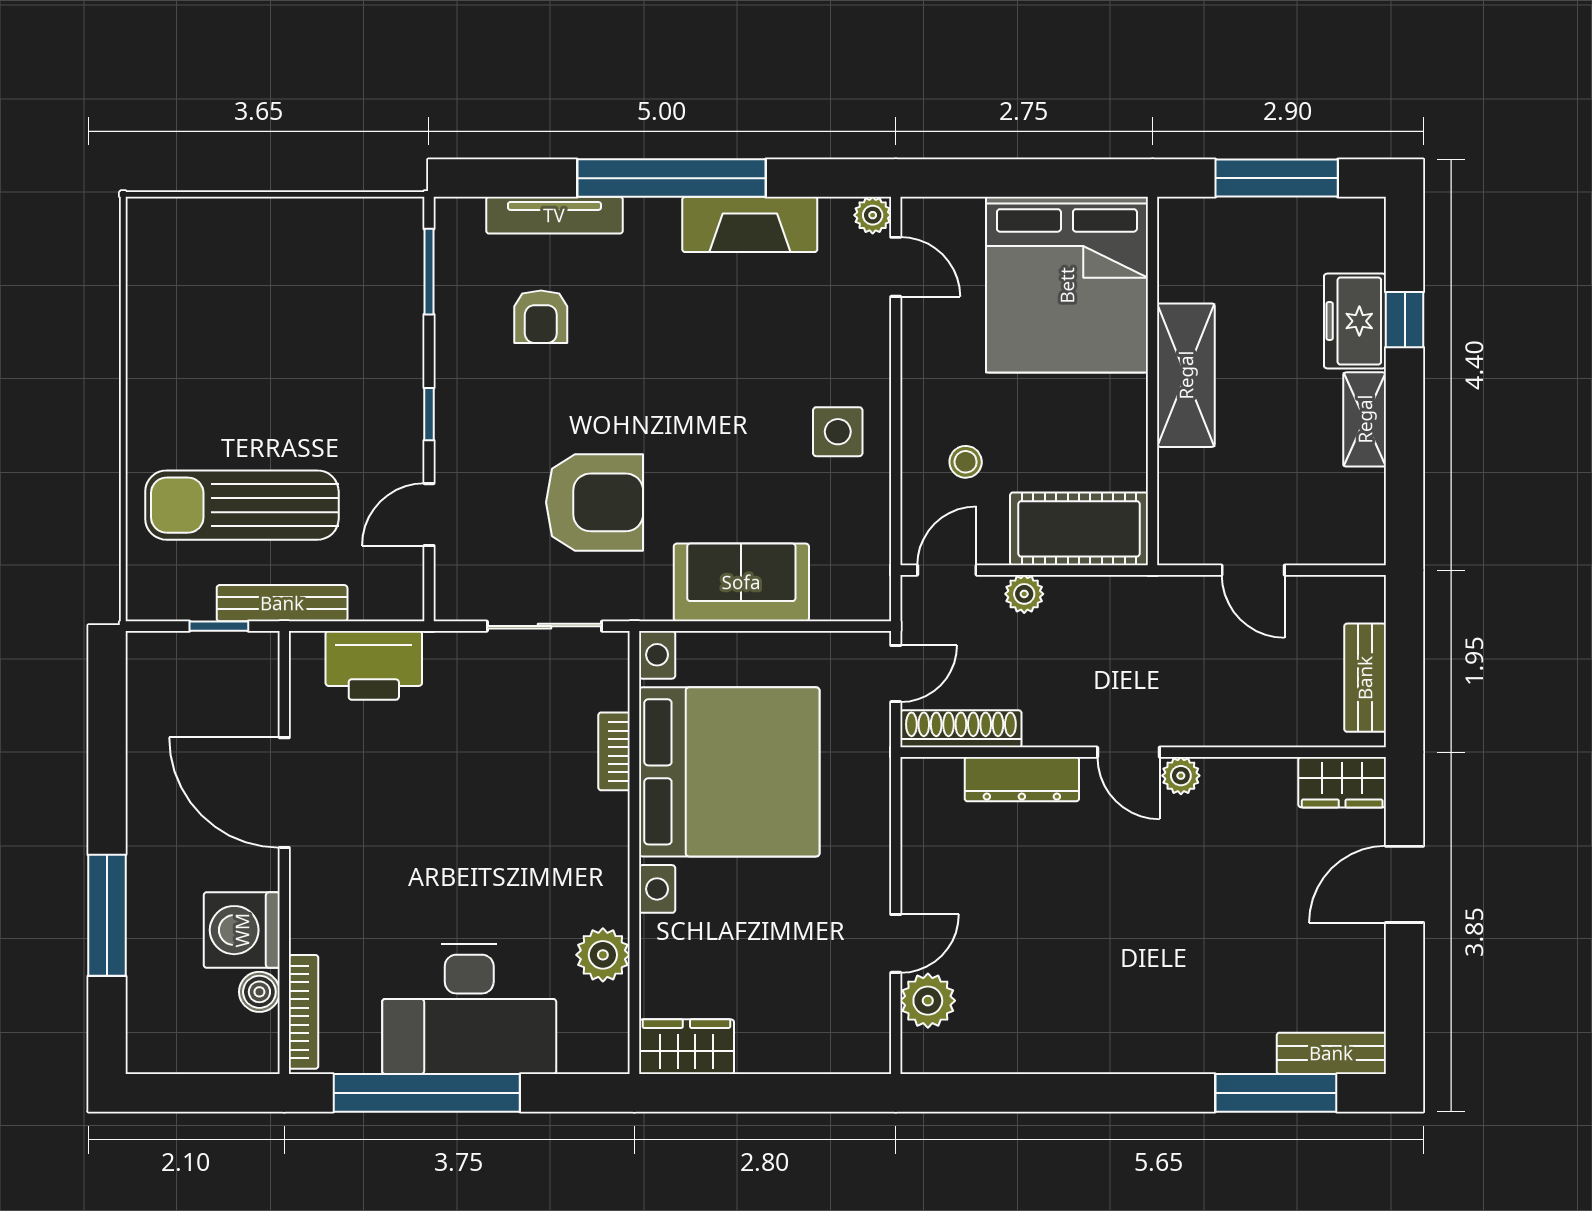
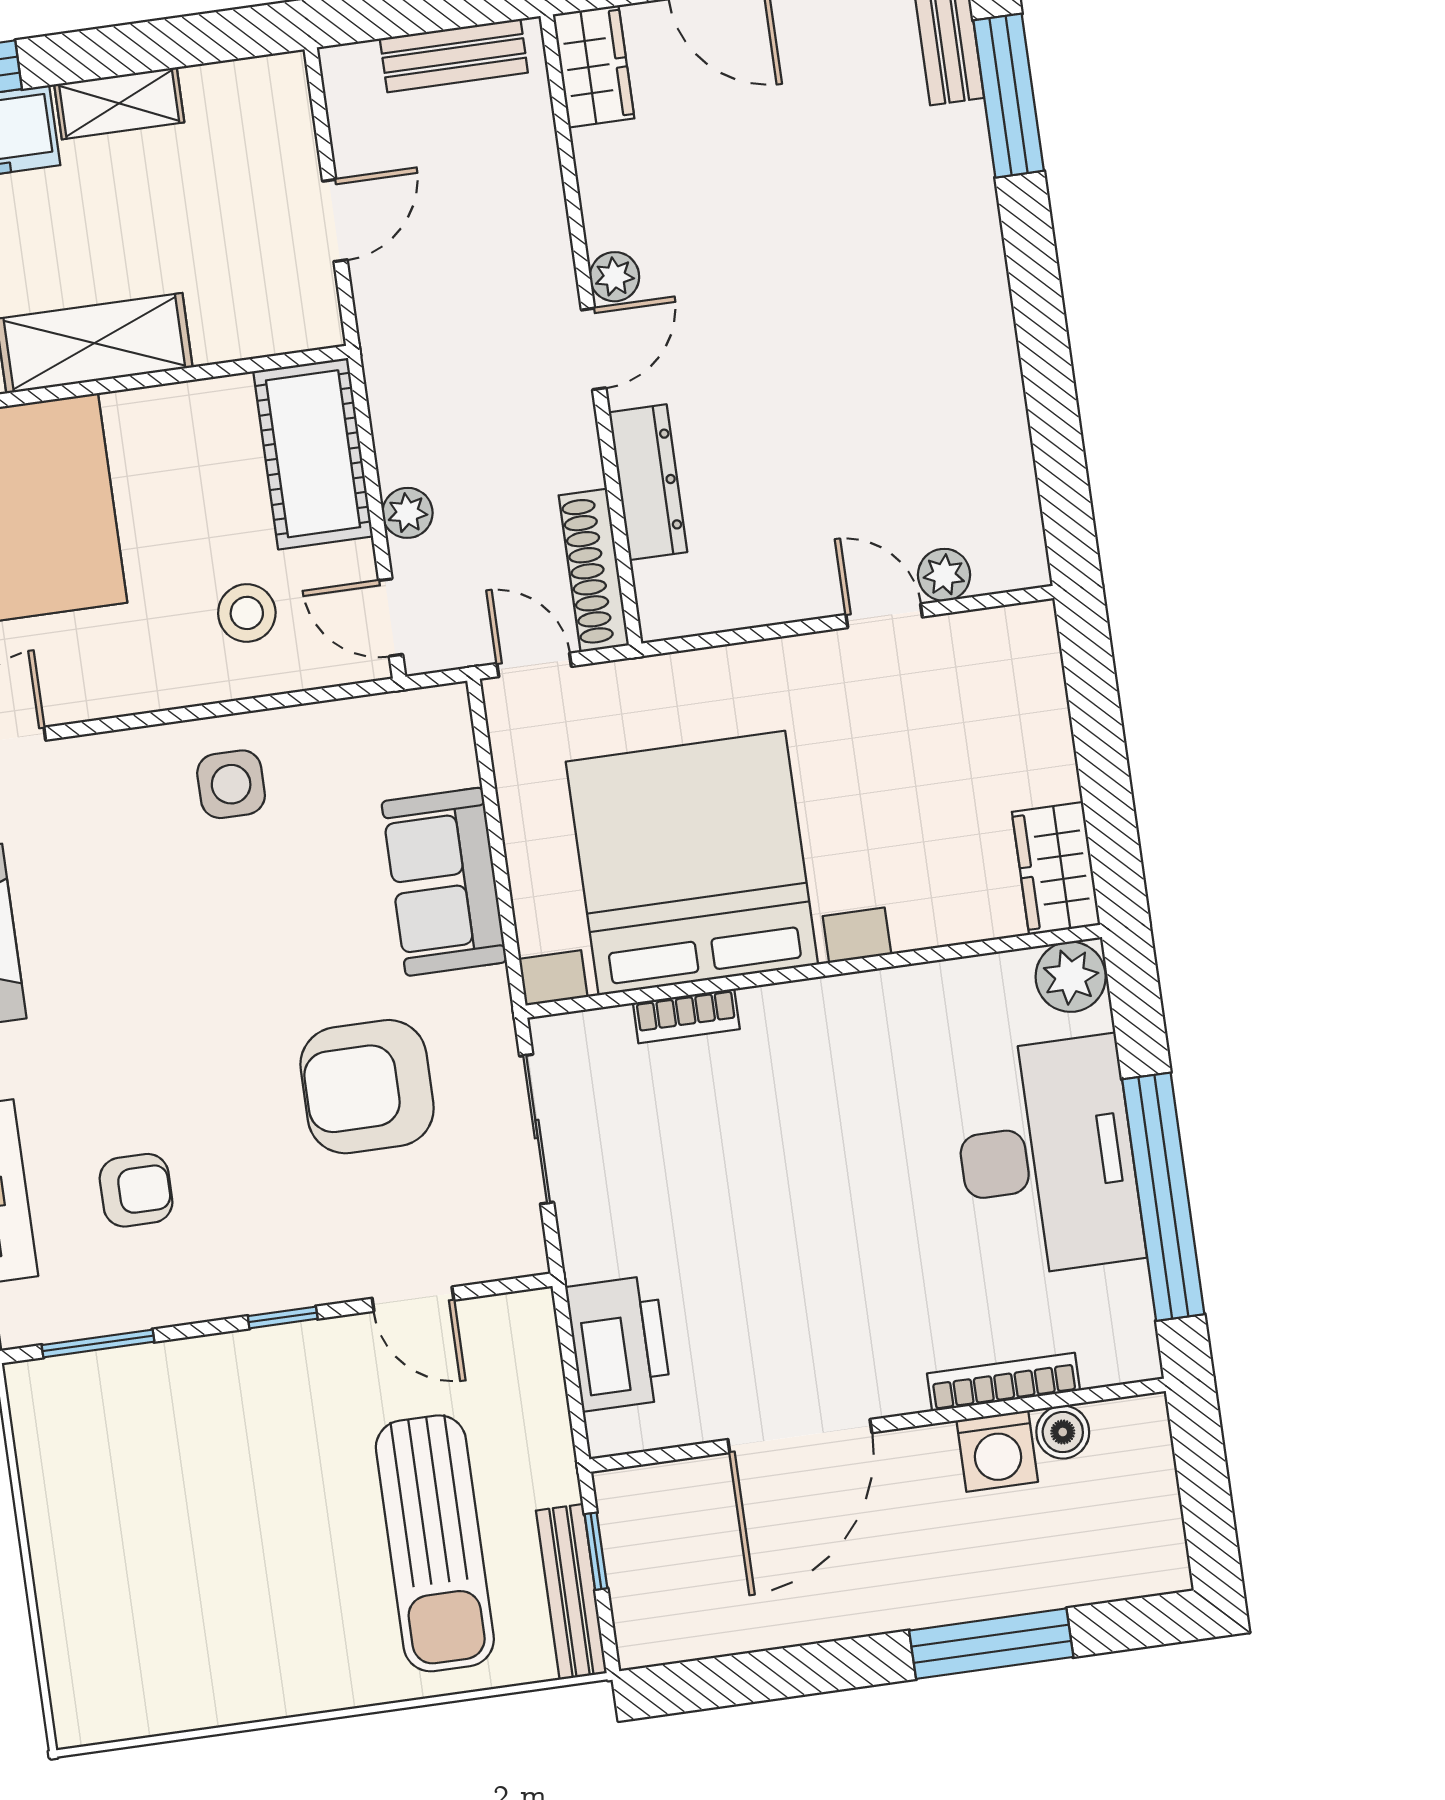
stool: (966, 462) -> (247, 613), width x1.37, depth x1.37
armchair: (595, 502) -> (367, 1087), turned -90
bench: (282, 603) -> (571, 1592), moved
washing machine: (242, 930) -> (997, 1451), width x0.73, depth x0.73
plant: (603, 955) -> (1071, 977), moved
plant: (928, 1001) -> (944, 575), width x0.73, depth x0.73
bookcase: (304, 1012) -> (1004, 1382), moved

